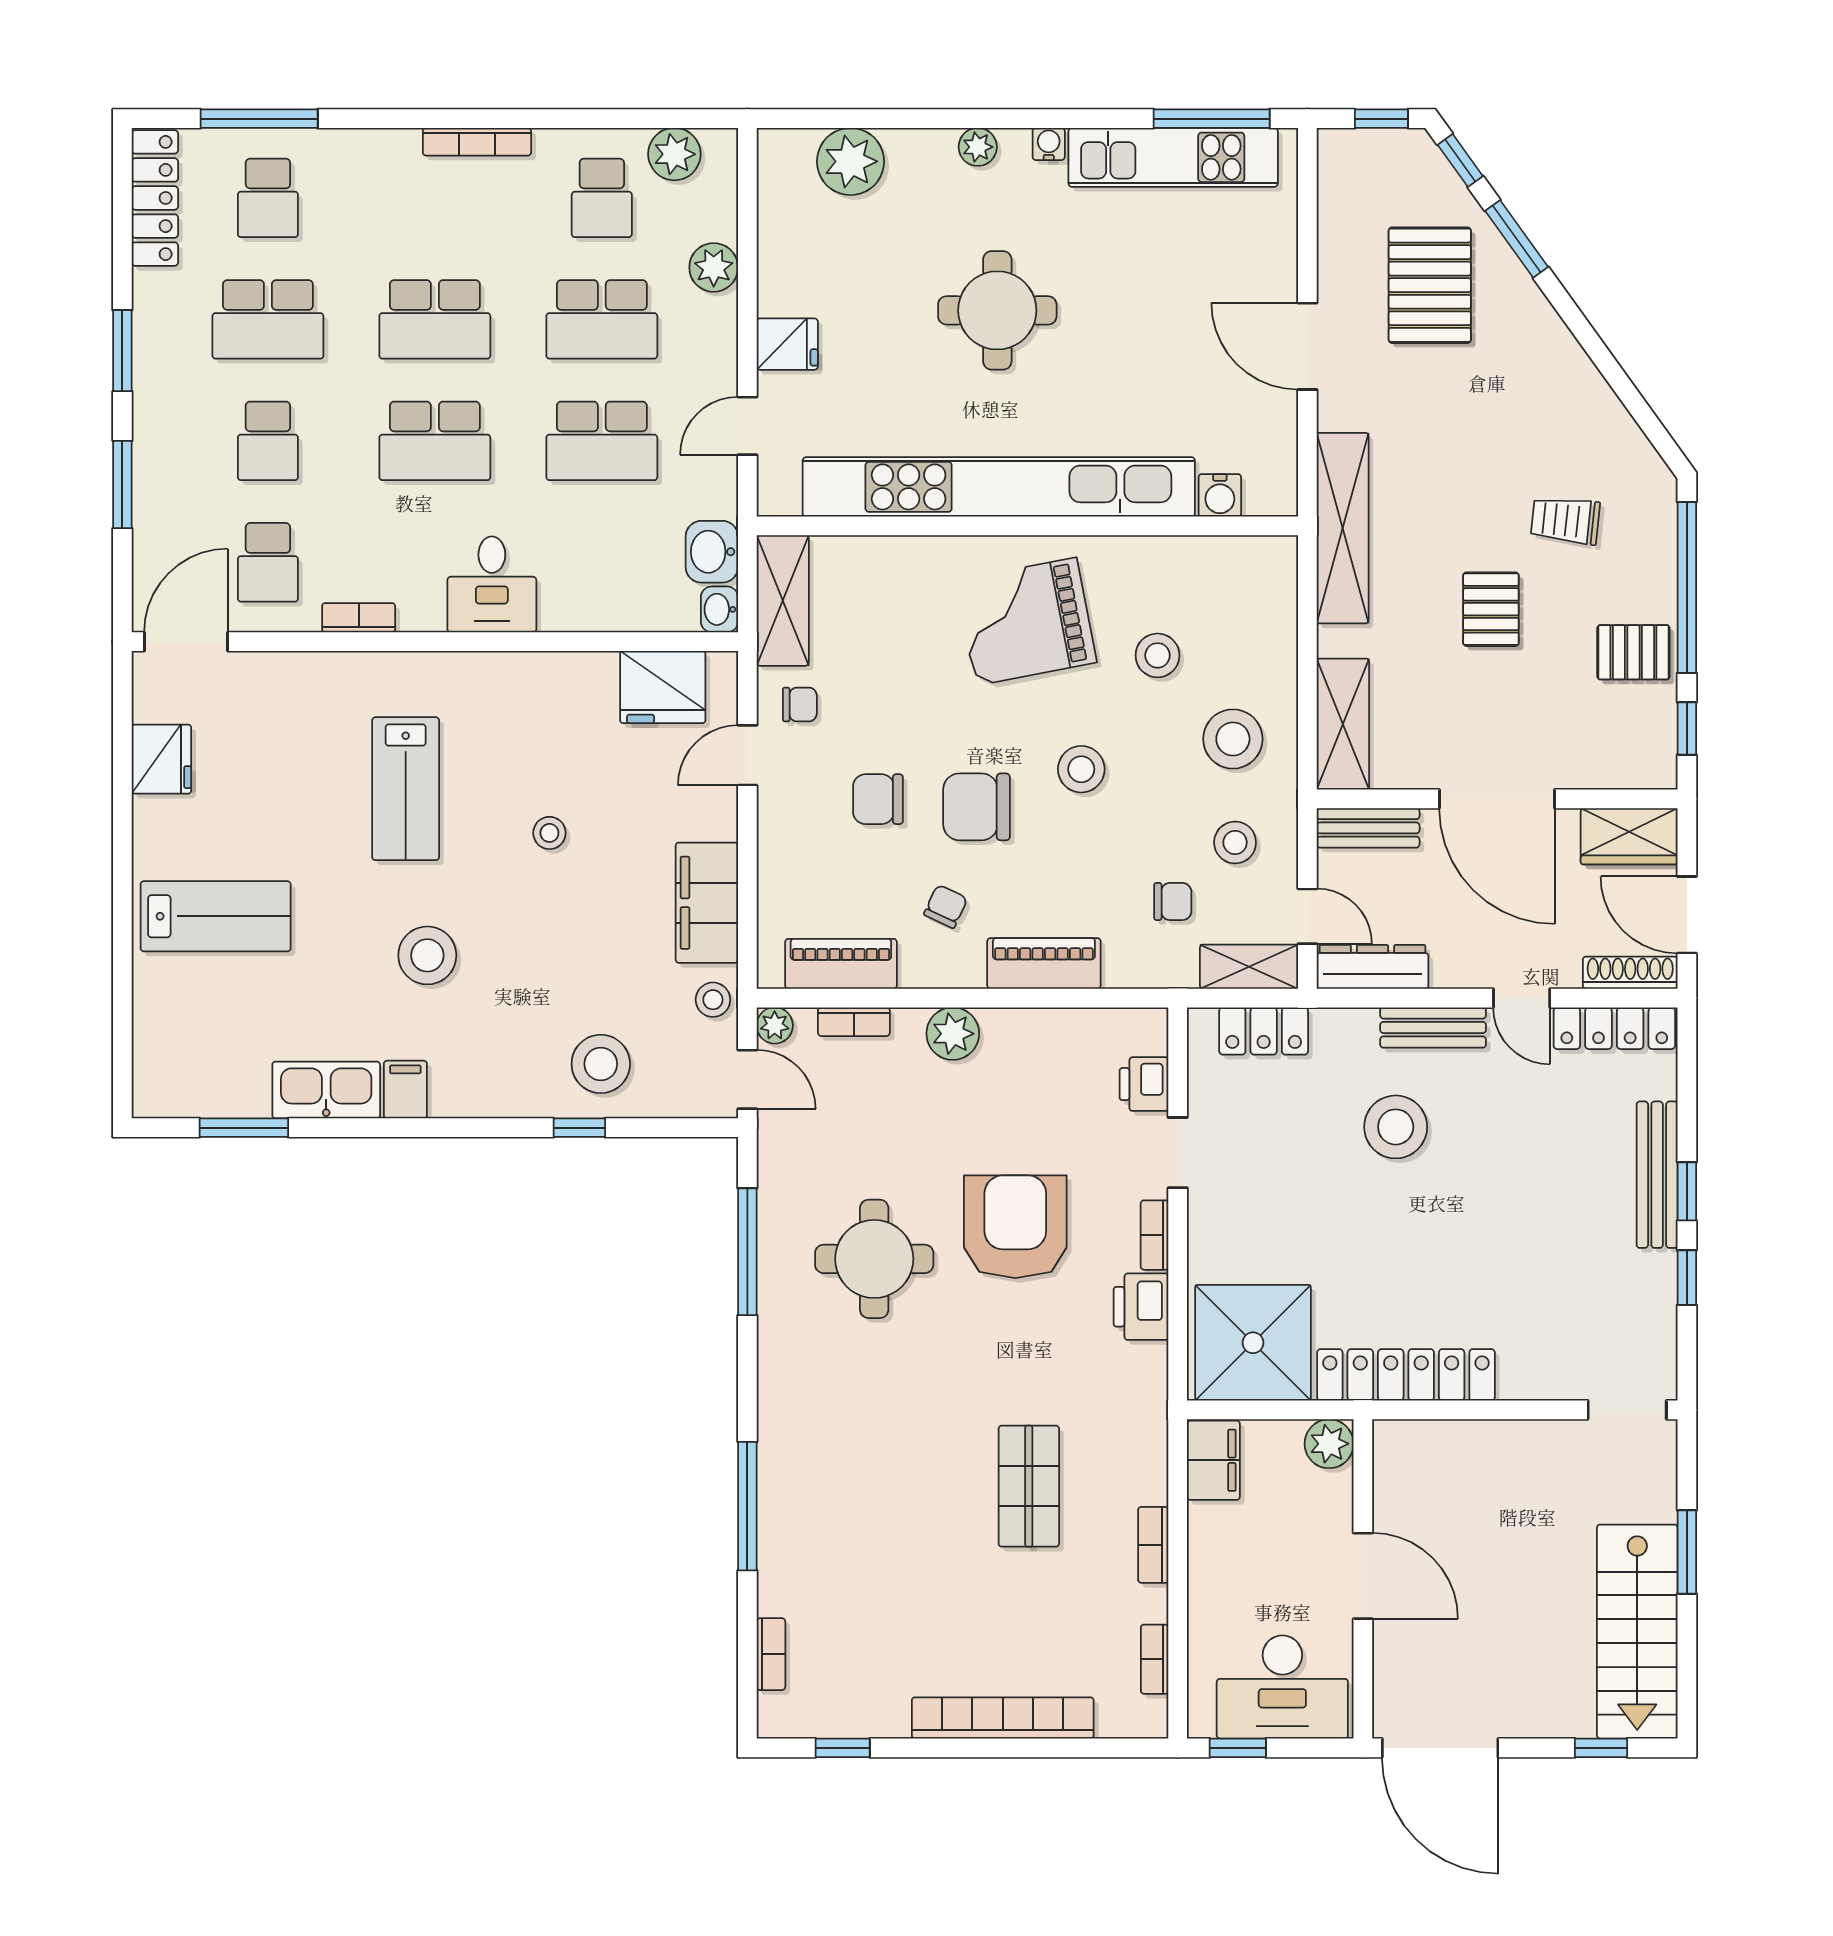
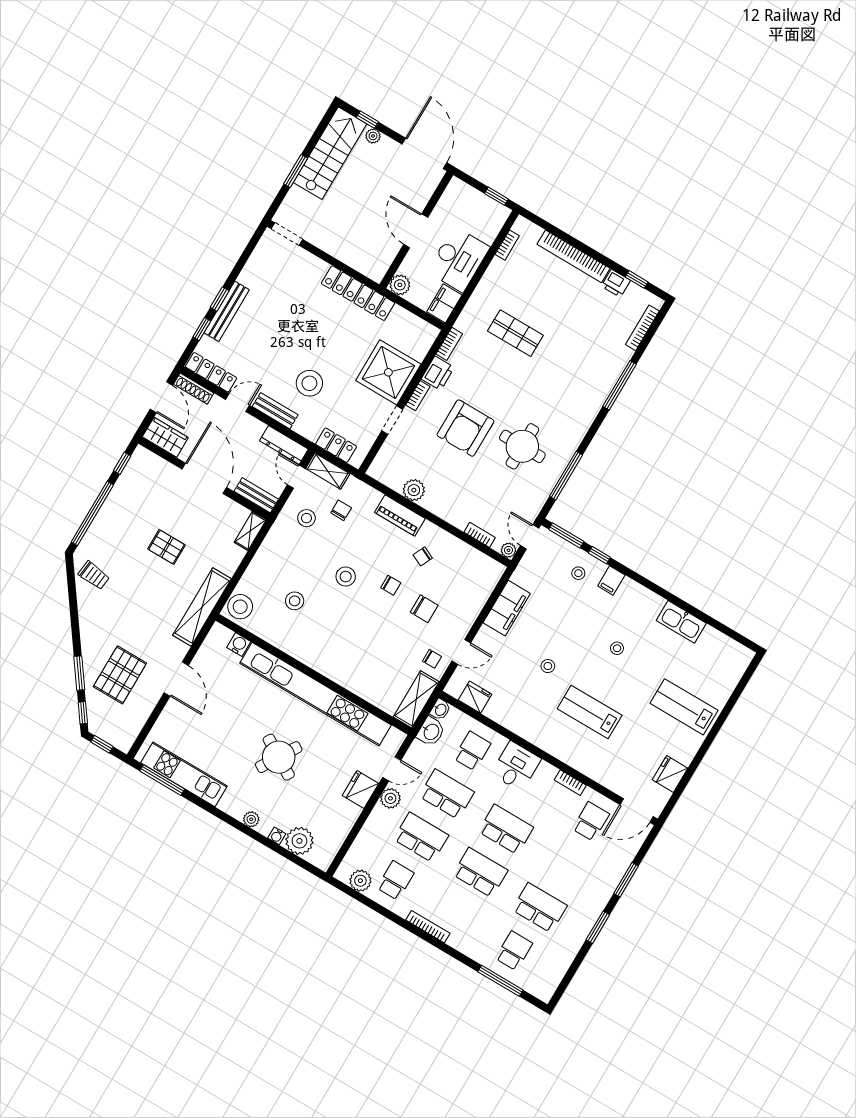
water cooler: (1049, 144) -> (277, 836), moved
locker: (155, 198) -> (554, 975), removed
plant: (714, 267) -> (390, 798), moved
round table: (997, 310) -> (279, 757), turned 31
fridge: (787, 344) -> (360, 789), width x1.38
school desk: (268, 441) -> (472, 751), moved
trolley: (1565, 520) -> (94, 575), moved
pallet: (1491, 609) -> (166, 547), turned 90
grand piano: (1026, 622) -> (334, 641), removed
pallet: (1633, 652) -> (125, 502), removed
fridge: (663, 687) -> (475, 697), width x0.73, depth x0.75
chair: (800, 705) -> (432, 659), turned 180
shelving: (1343, 724) -> (250, 531), width x0.67, depth x0.75
stool: (1233, 739) -> (240, 607), moved
lab bench: (406, 789) -> (590, 712), turned -90
chair: (977, 807) -> (391, 585), width x0.54, depth x0.54
chair: (1173, 901) -> (341, 510), turned 90
stool: (427, 955) -> (617, 648), width x0.53, depth x0.53
piano: (841, 964) -> (472, 558), removed
door: (1522, 998) -> (238, 402), hinge flipped
stool: (713, 1000) -> (525, 572), removed
plant: (953, 1034) -> (414, 490), moved
stool: (601, 1064) -> (578, 573), width x0.53, depth x0.53
printer: (1144, 1084) -> (616, 283), moved, turned 90
filing cabinet: (405, 1090) -> (611, 580), moved
window: (244, 1128) -> (566, 535), moved
window: (1687, 1278) -> (202, 329), moved
shower: (1253, 1343) -> (388, 372), moved
shop shelf: (1029, 1486) -> (515, 333), turned 90
bookcase: (1153, 1545) -> (449, 344), moved
bookcase: (771, 1654) -> (642, 328), width x1.56
desk: (1282, 1687) -> (458, 259), moved, turned 90
plant: (1569, 1721) -> (373, 136), added

